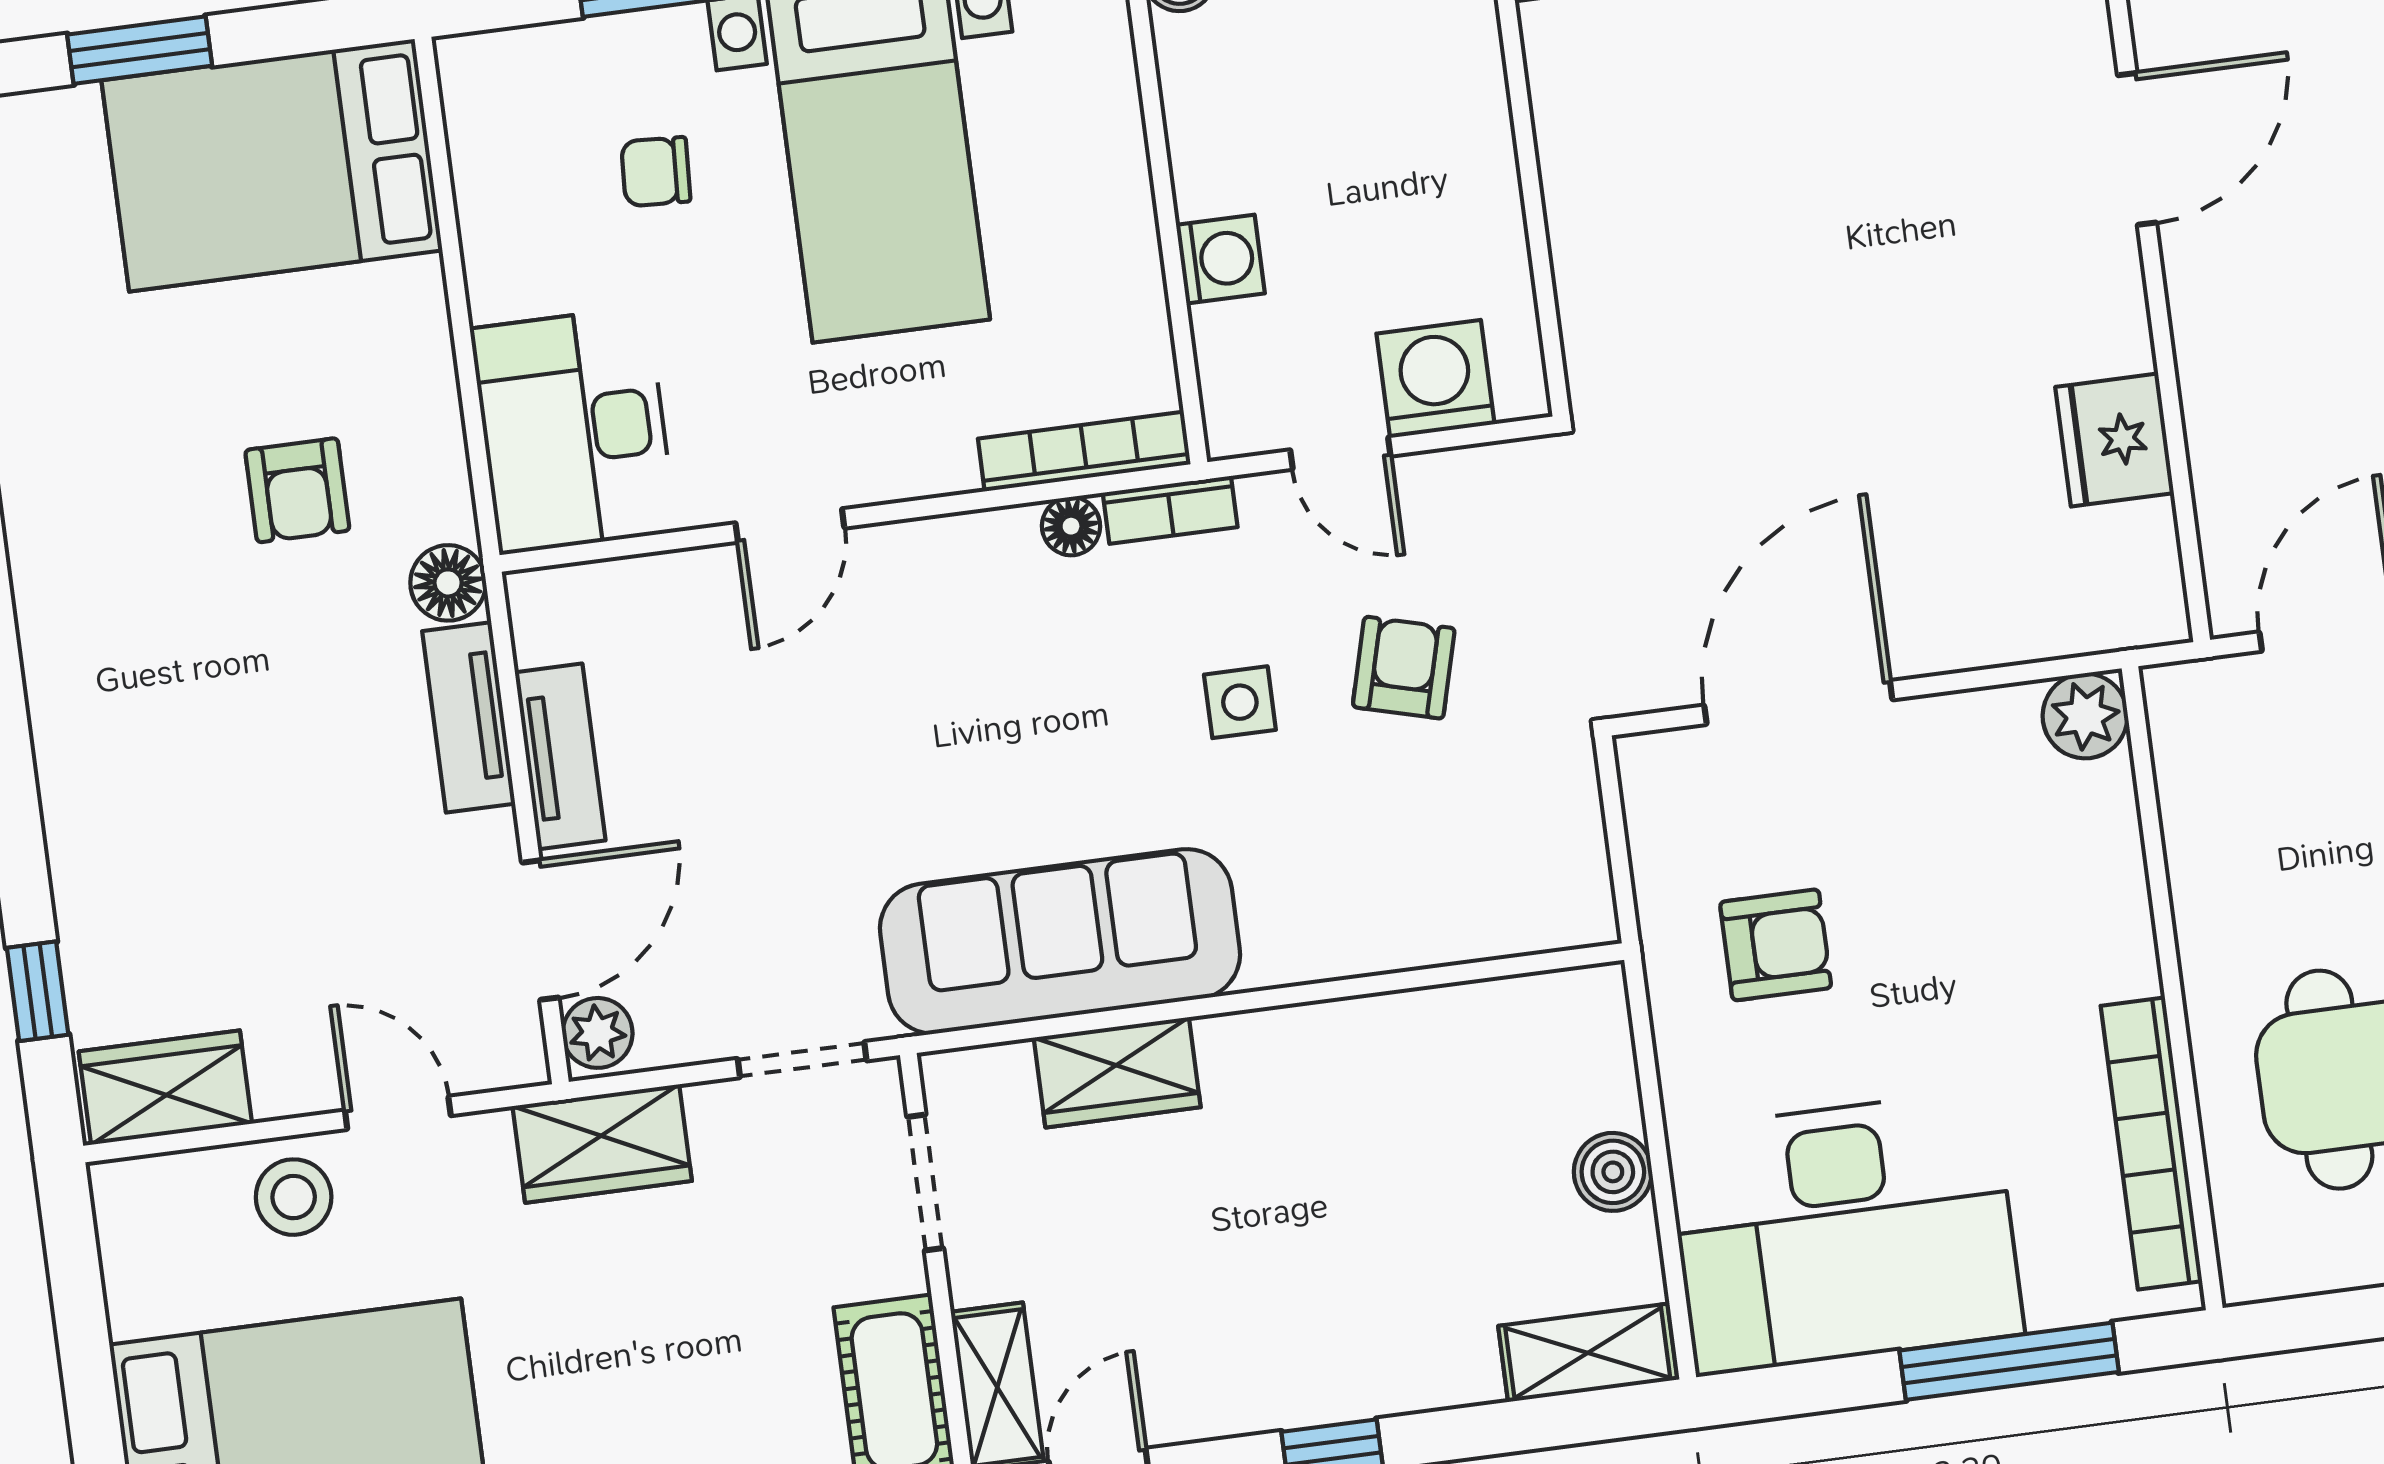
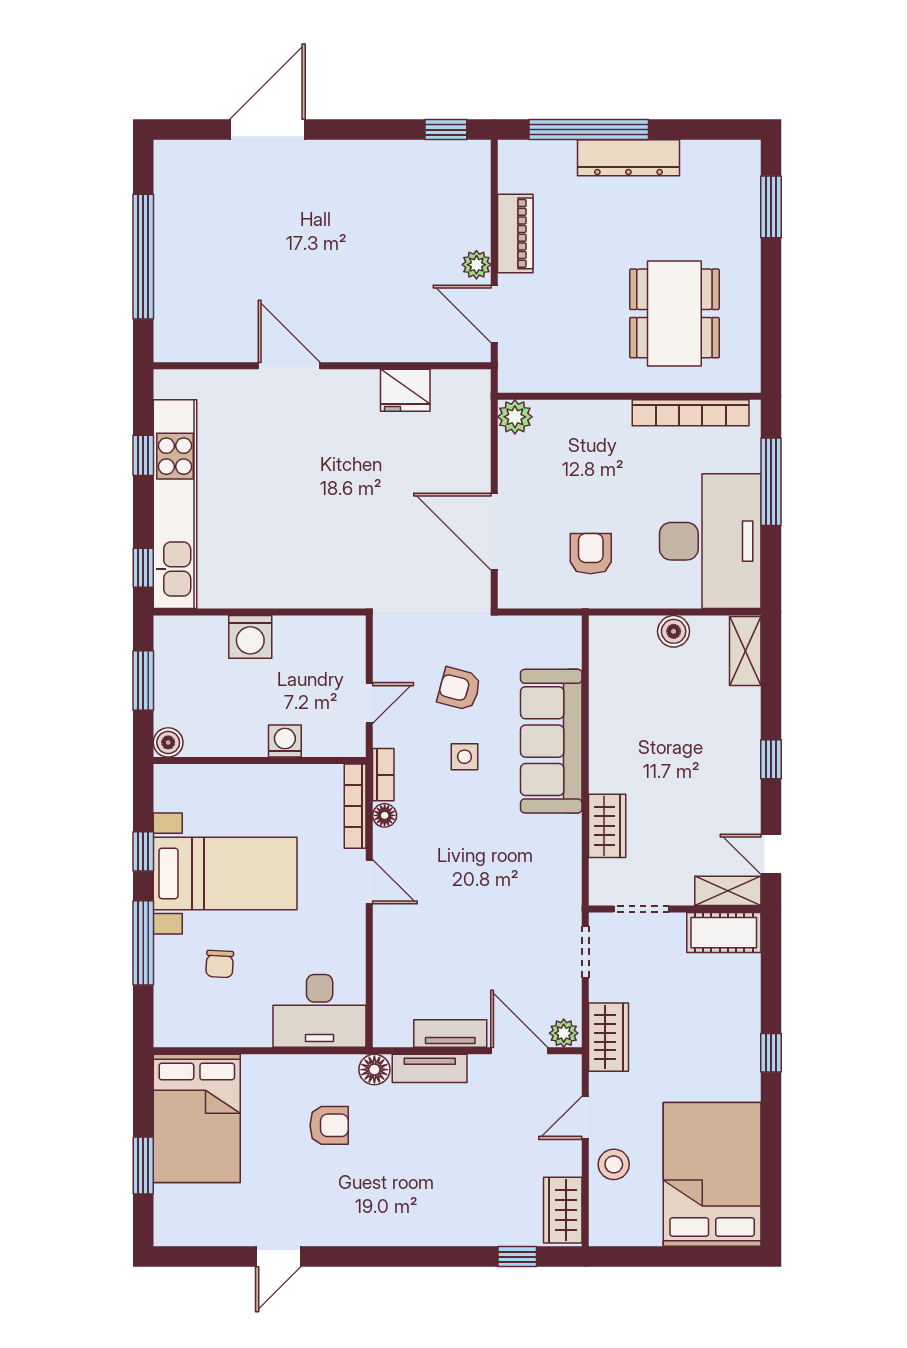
washing machine: (1435, 379) -> (250, 637), moved, turned -90
door: (790, 525) -> (369, 882), moved
sofa: (1060, 941) -> (551, 741), moved

